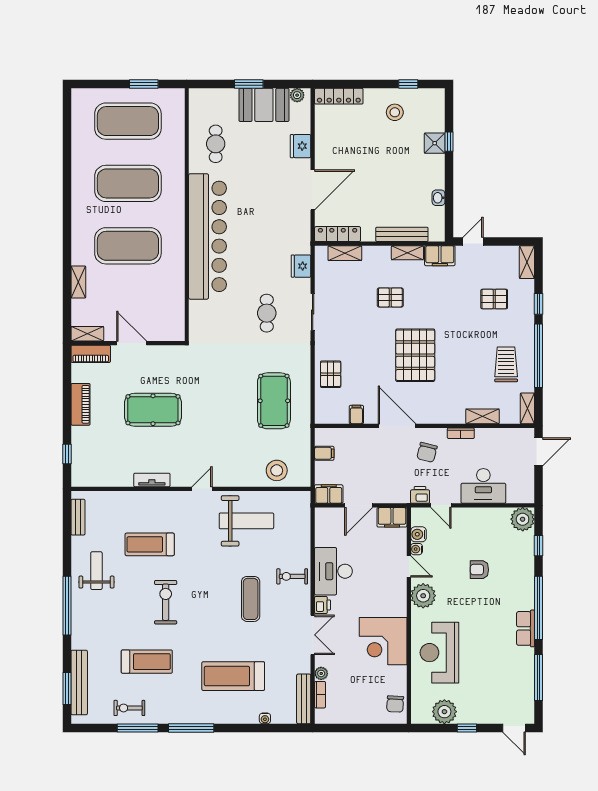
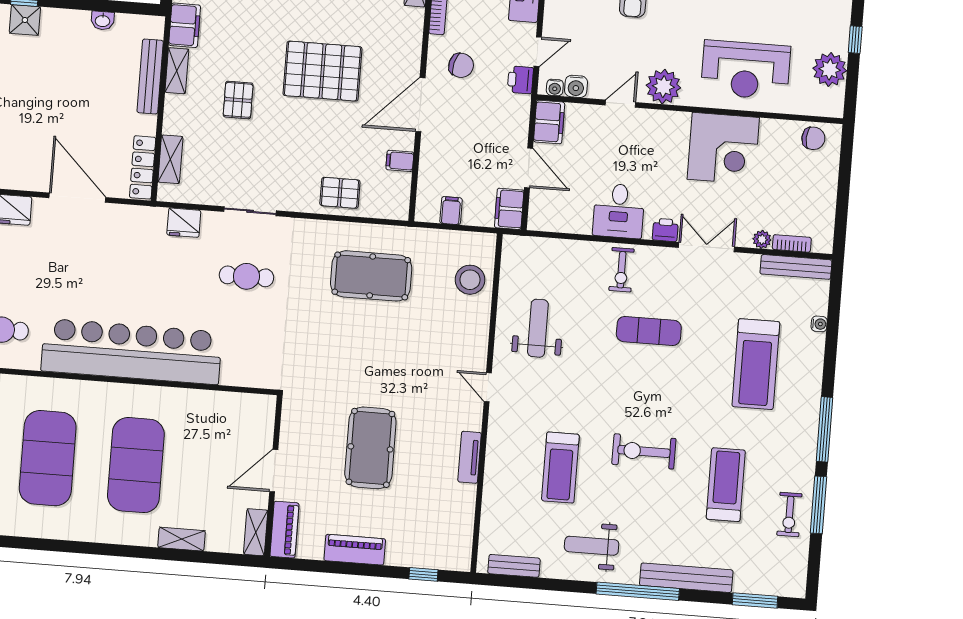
weight bench: (246, 521) -> (538, 328), width x0.73, depth x0.75
water cooler: (417, 549) -> (555, 87), moved
desk: (333, 571) -> (619, 211), width x0.73
bench: (79, 682) -> (686, 578), moved

